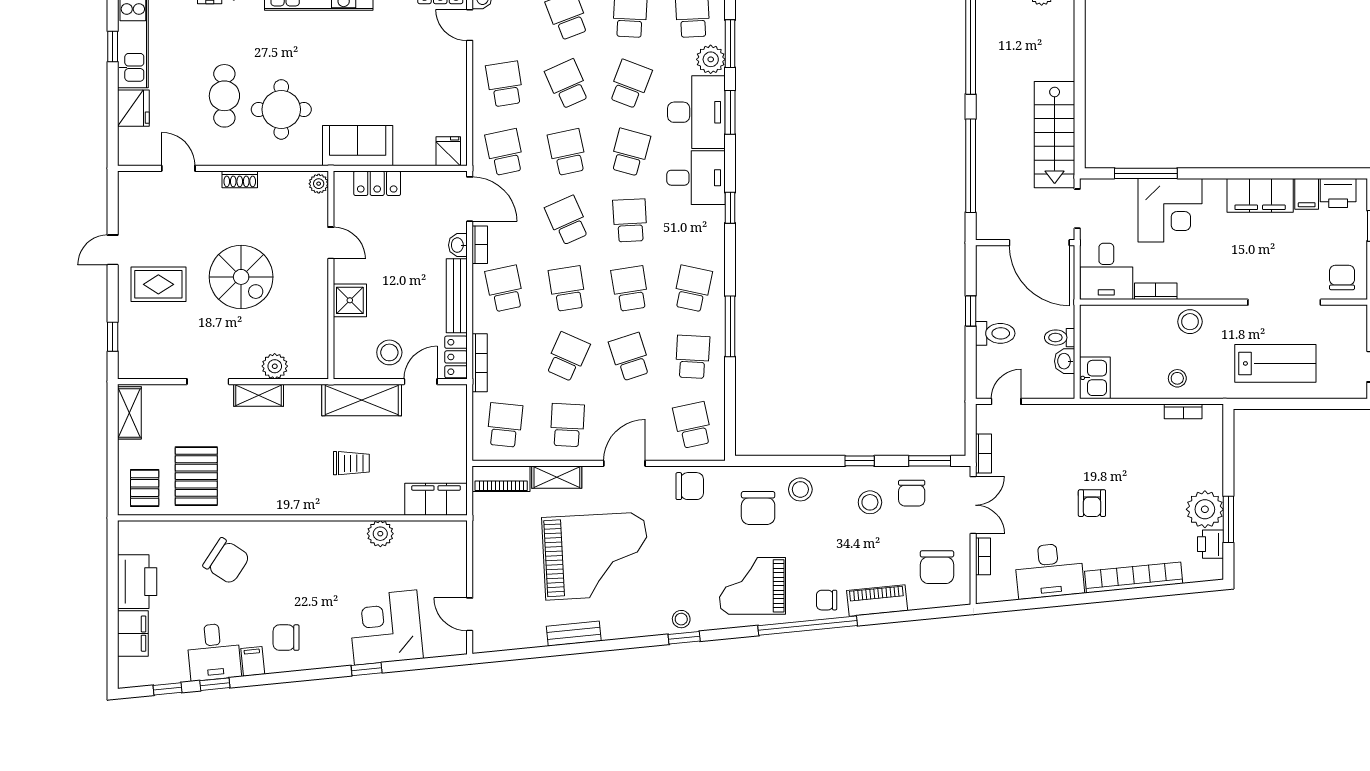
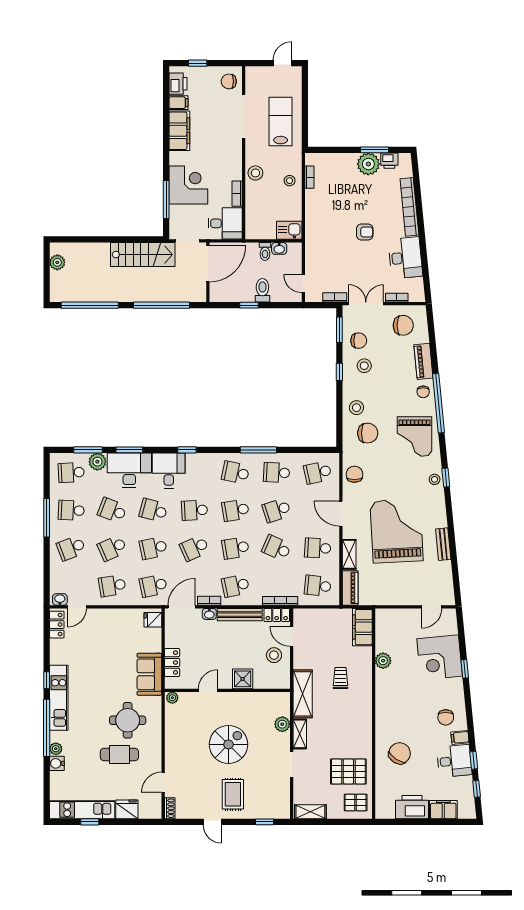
shoe rack: (240, 179) -> (170, 808), moved
shelving: (362, 400) -> (303, 694), moved

